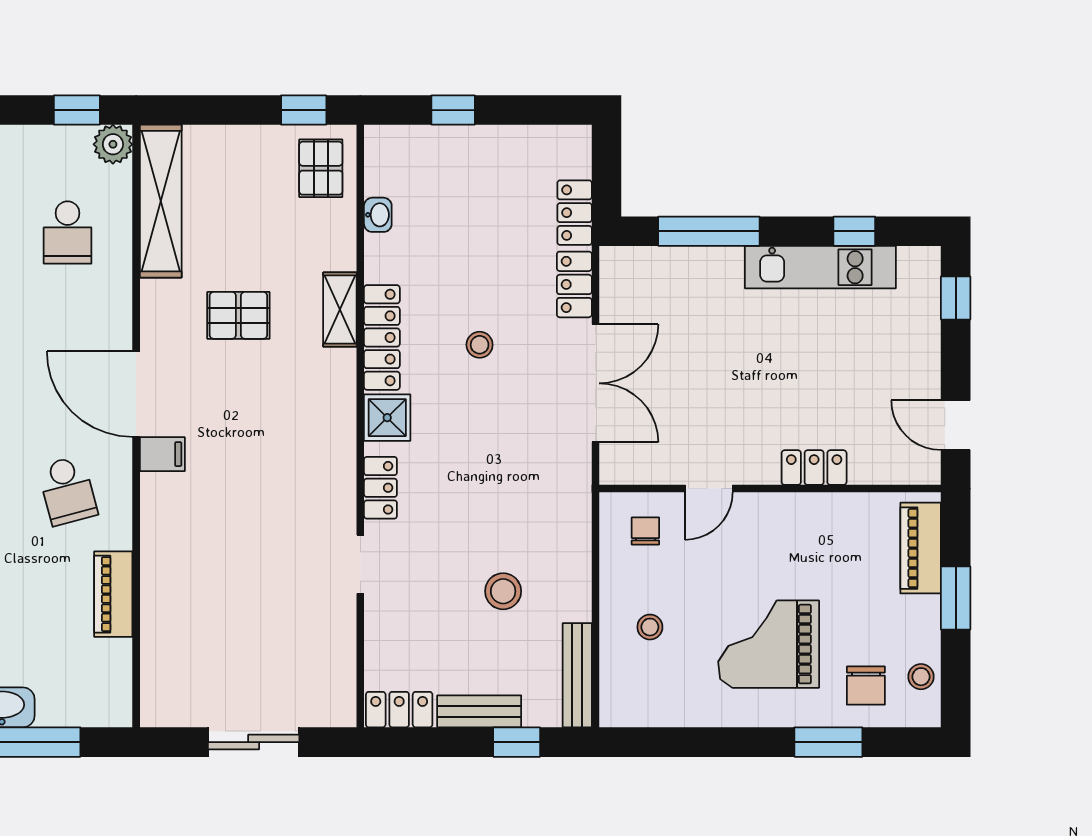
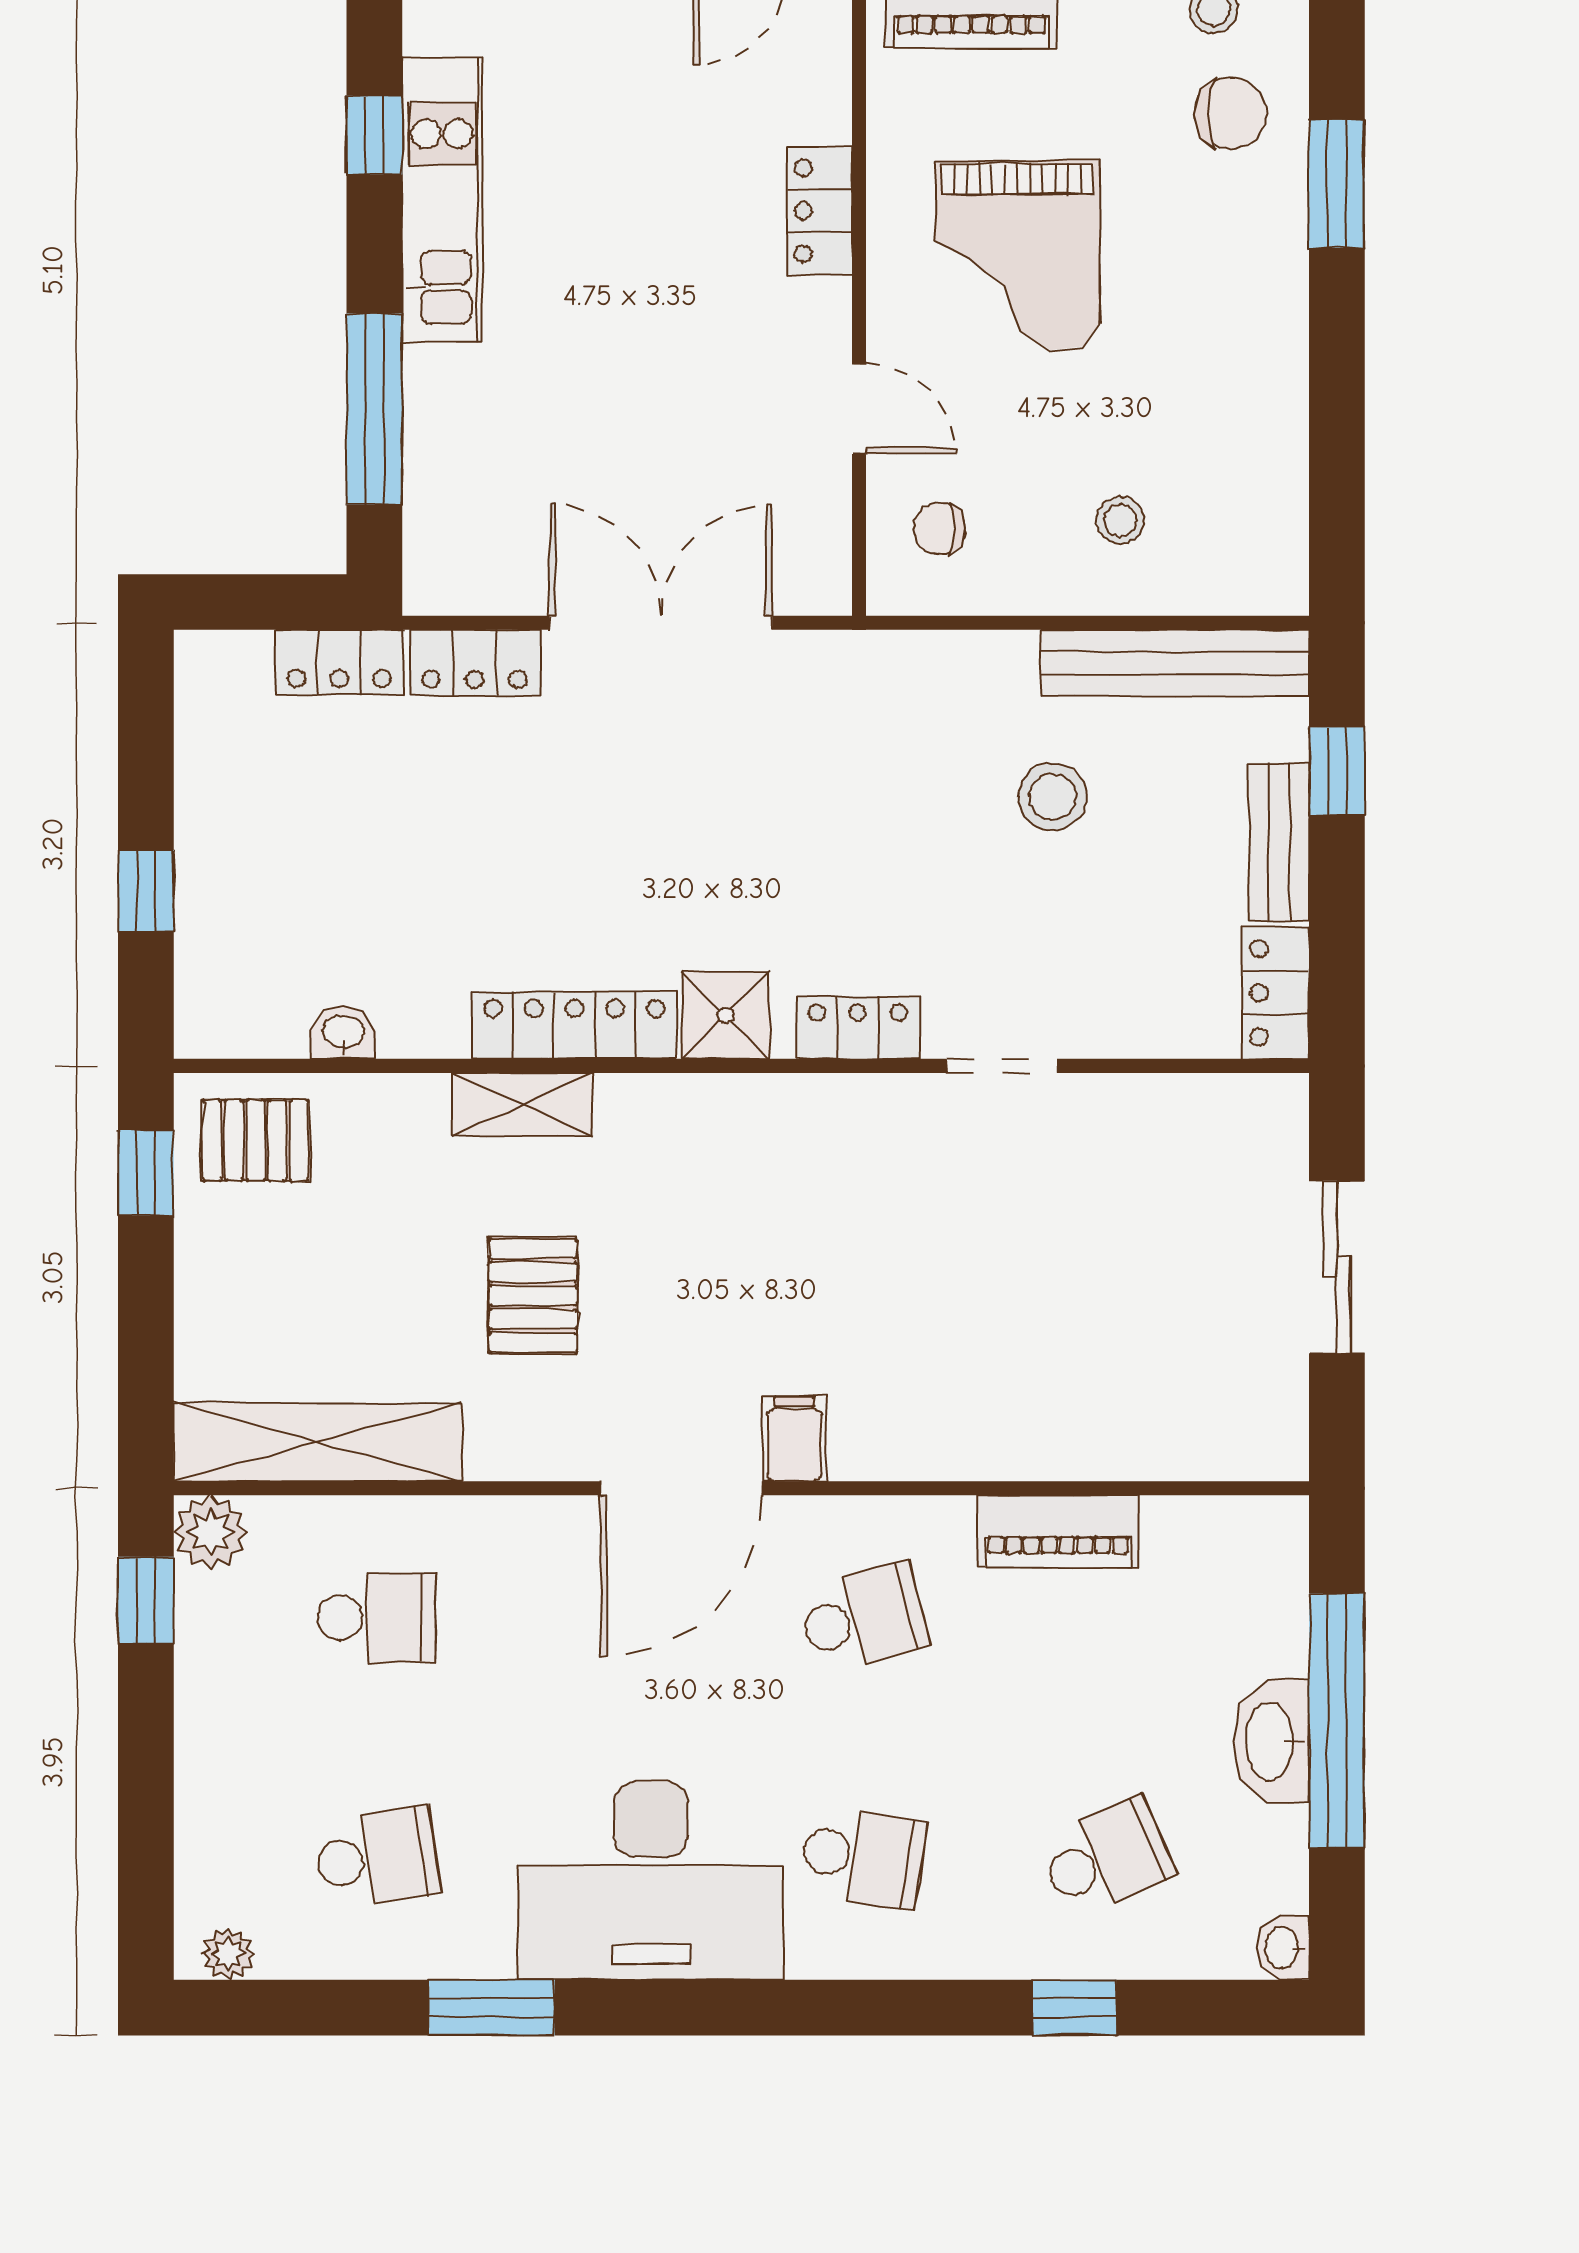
stool: (480, 345) -> (588, 841), removed
grand piano: (769, 644) -> (1017, 255), moved
bench: (577, 675) -> (1175, 663), width x1.37, depth x1.21

